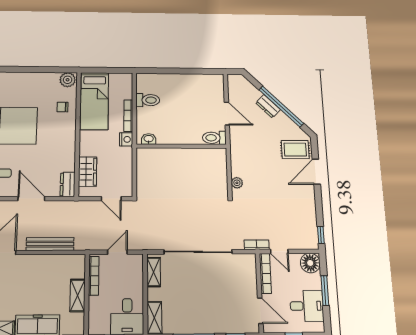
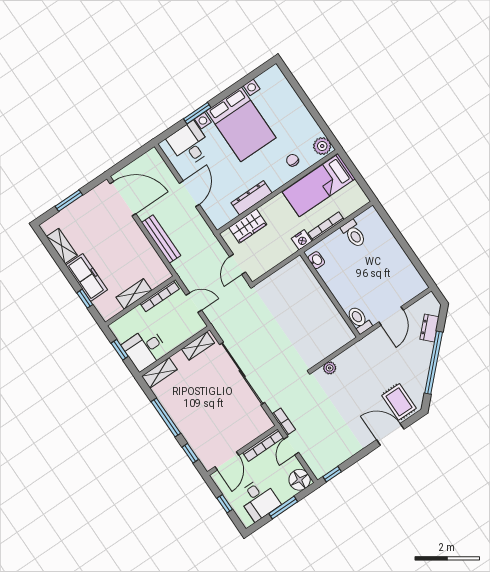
dresser: (268, 106) -> (429, 328), moved
dresser: (68, 184) -> (252, 198), moved, width x1.44

